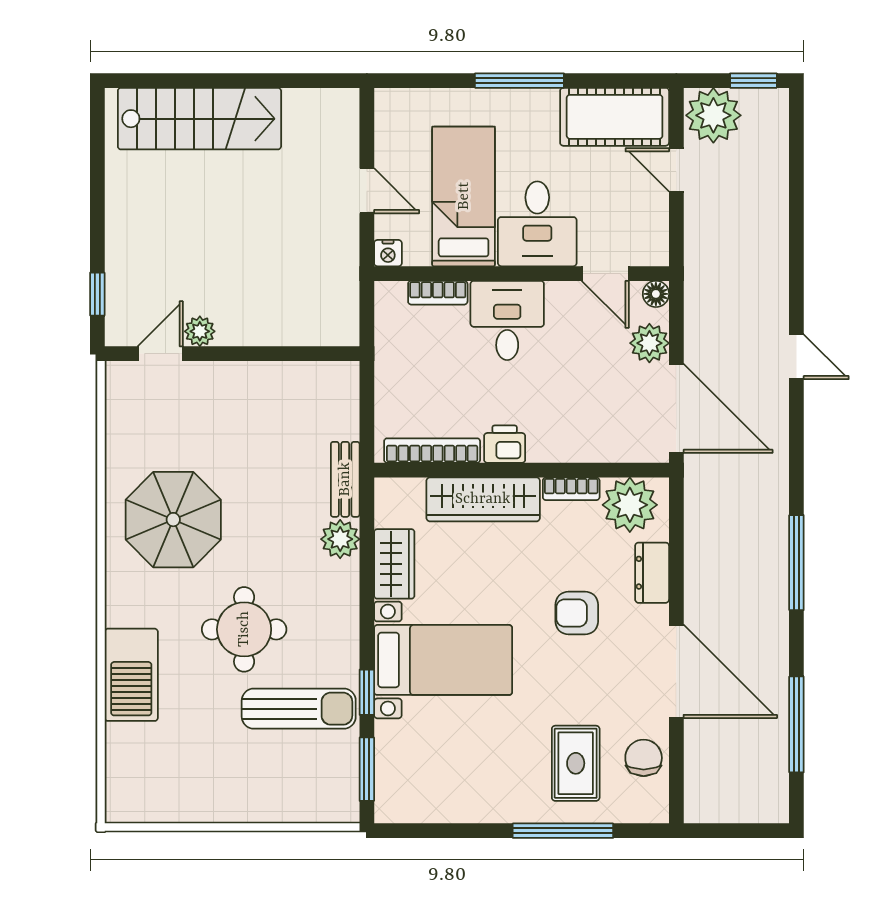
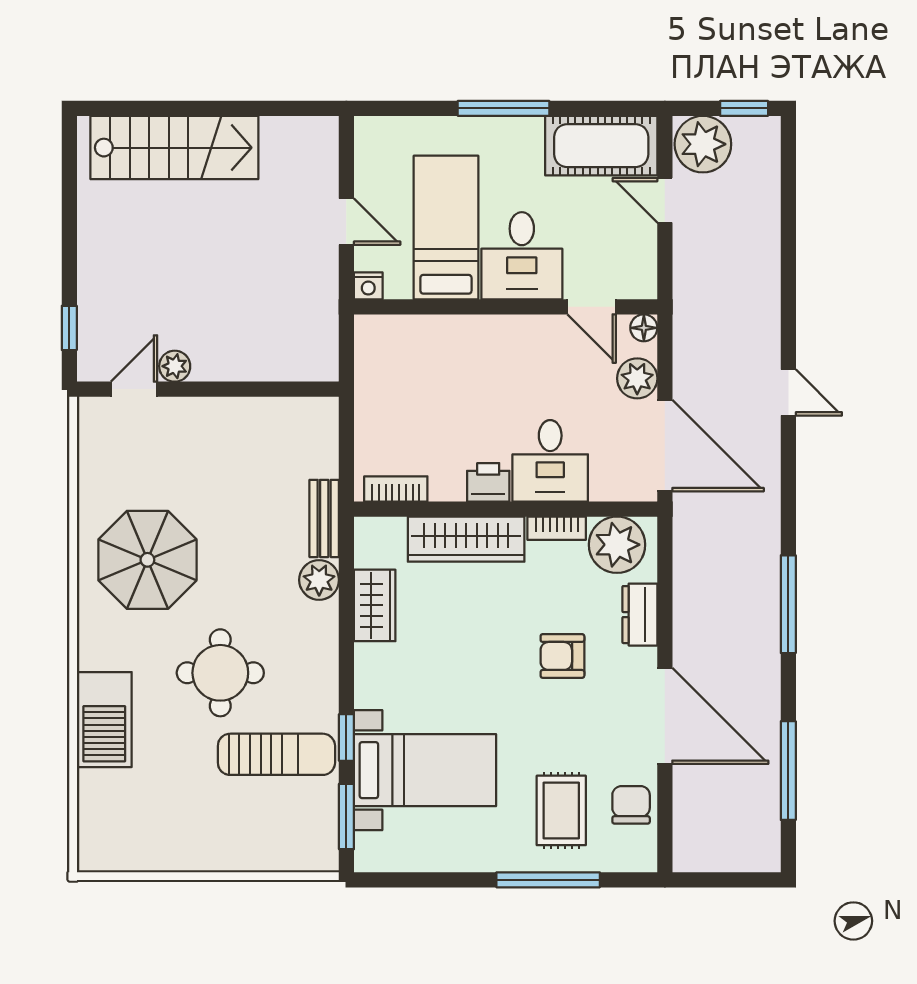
bookcase: (438, 293) -> (419, 327), removed
desk: (507, 320) -> (550, 461), moved, turned 180
bookcase: (432, 451) -> (396, 489), width x0.64
bed with nightstands: (443, 660) -> (425, 770), moved

